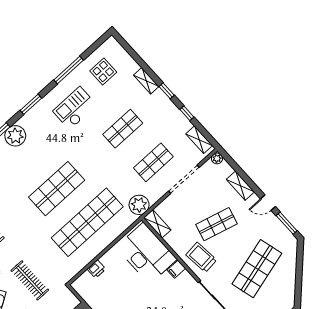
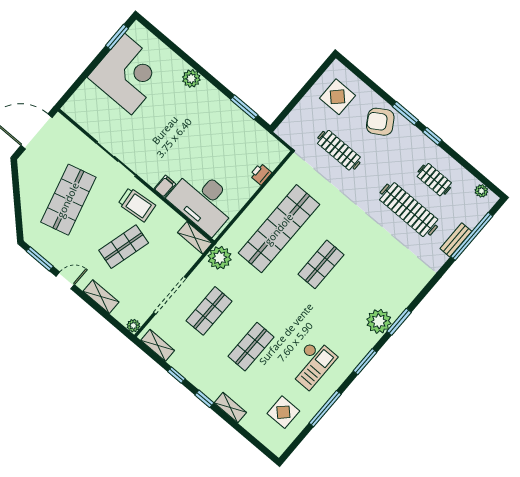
shop shelf: (57, 189) -> (321, 264), width x0.70, depth x0.74

